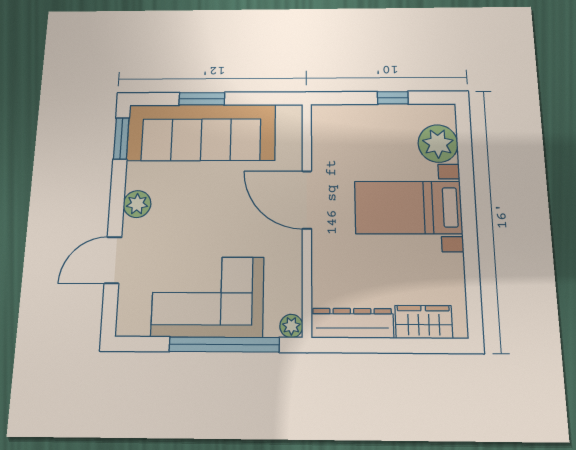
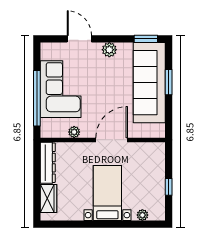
plant: (438, 144) -> (142, 215), width x0.53, depth x0.53
plant: (291, 326) -> (74, 132), moved

